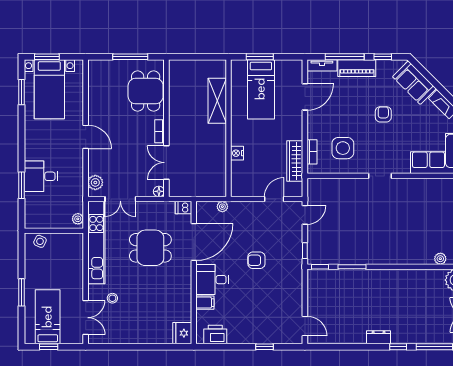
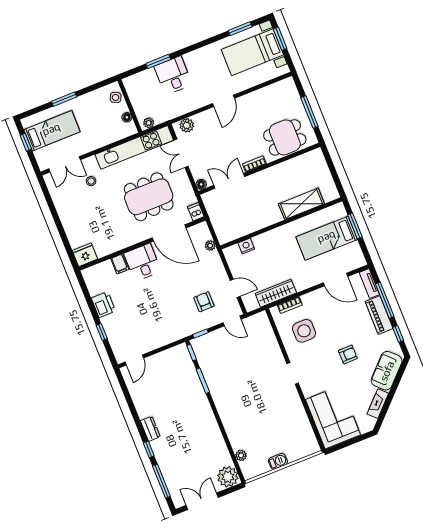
nightstand: (237, 153) -> (246, 246), moved
floor lamp: (64, 238) -> (127, 117), added
dining table: (150, 248) -> (149, 197), width x1.37
armchair: (256, 260) -> (204, 302), moved
printer: (215, 335) -> (103, 305), moved

